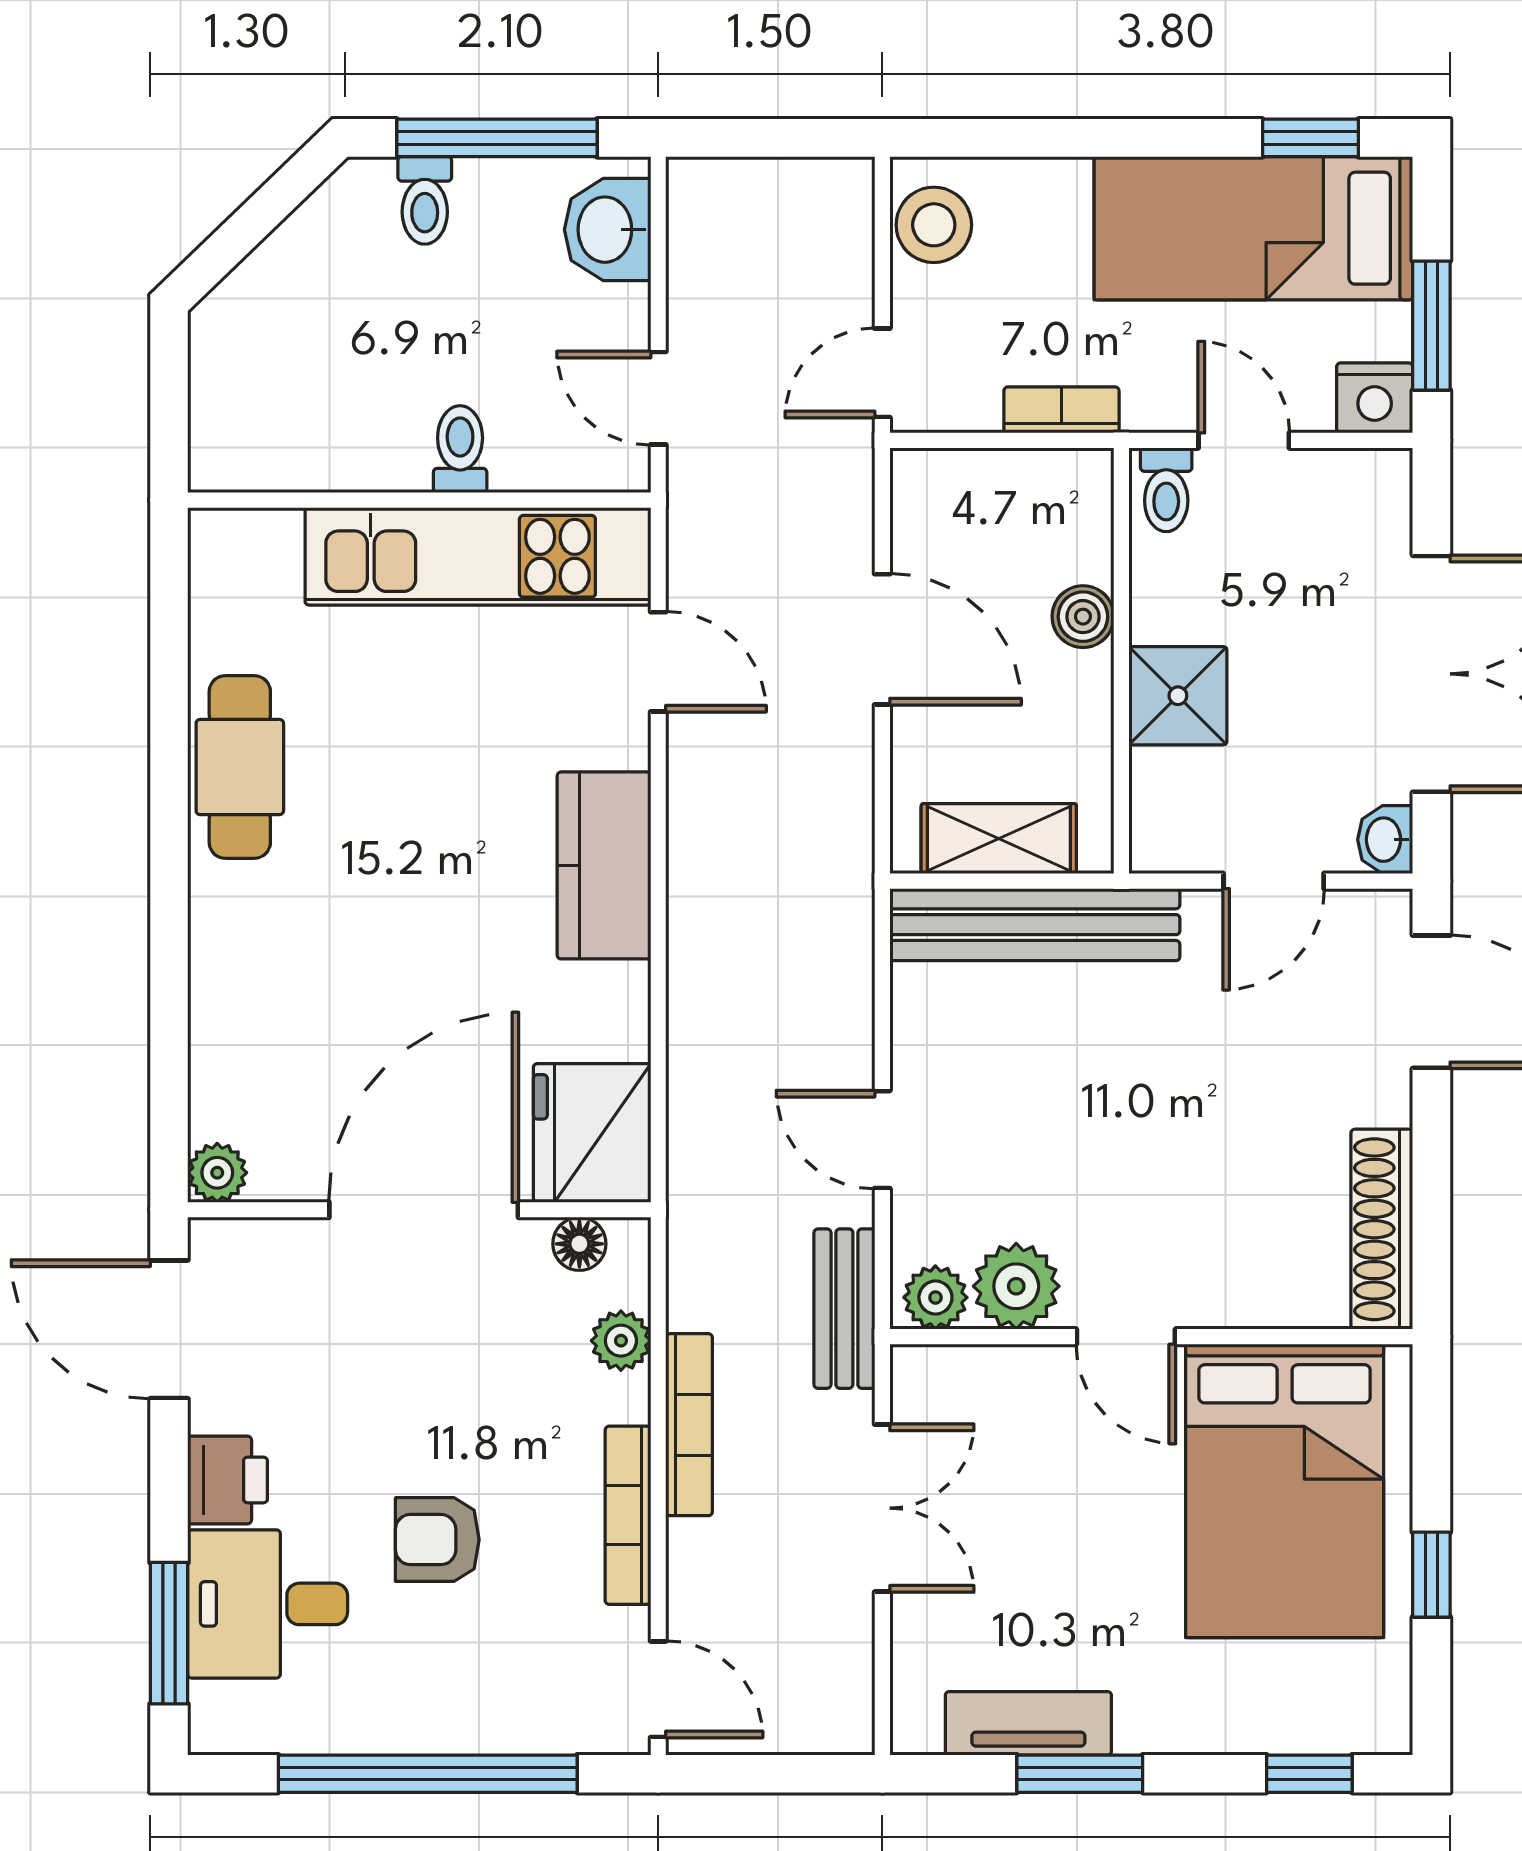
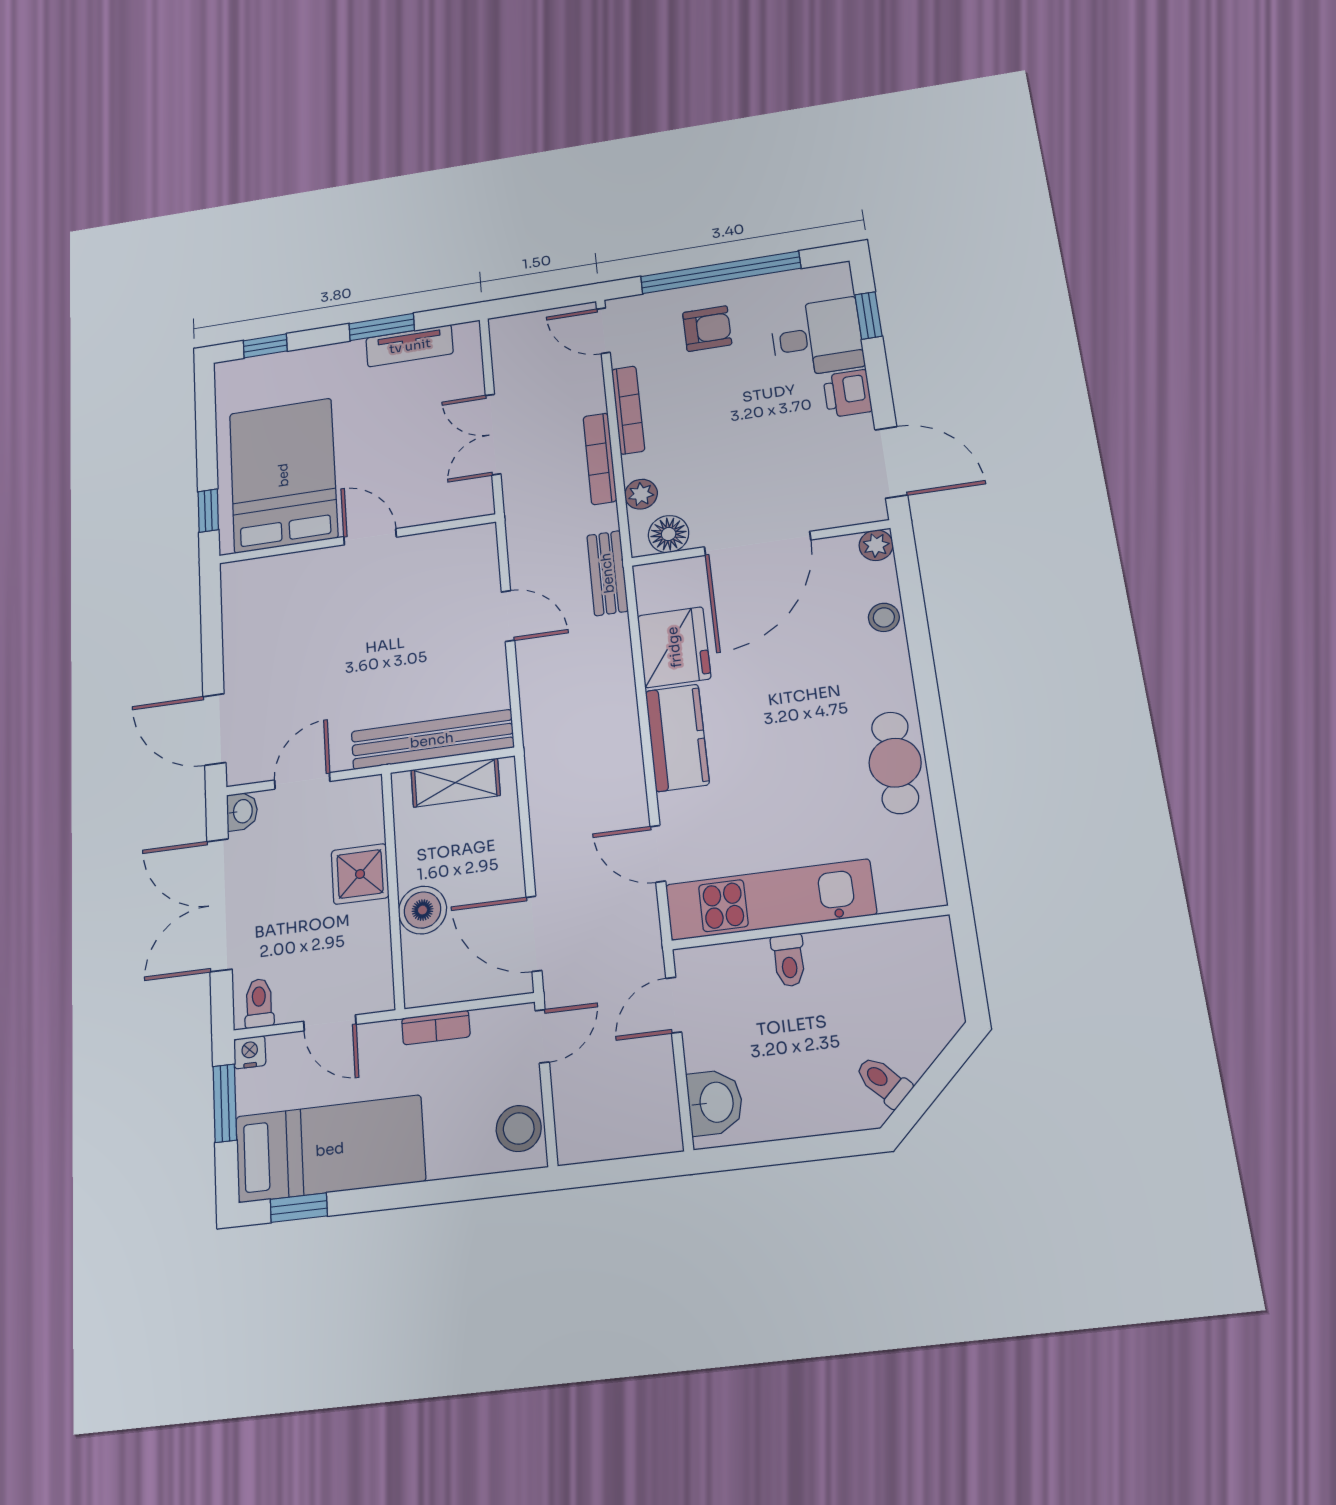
window: (497, 138) -> (789, 1151), removed
toilet: (425, 200) -> (883, 1081), moved, turned -44
door: (658, 398) -> (674, 1005), swing flipped
nightstand: (1375, 398) -> (250, 1052), width x0.72, depth x0.74
toilet: (1166, 490) -> (259, 1003), moved
boiler: (1083, 617) -> (422, 910), width x1.36, depth x1.36
door: (882, 639) -> (534, 934), moved
stool: (222, 1034) -> (884, 617), added
fridge: (592, 1133) -> (674, 647), moved
shoe rack: (1382, 1229) -> (237, 610), removed
floor lamp: (579, 1244) -> (669, 534), width x1.37, depth x1.37
plant: (1016, 1286) -> (430, 553), removed
plant: (935, 1297) -> (473, 541), removed
bench: (844, 1309) -> (607, 573), moved
armchair: (437, 1540) -> (707, 329), moved
window: (1431, 1575) -> (208, 511), moved
window: (169, 1633) -> (868, 315), width x0.67

